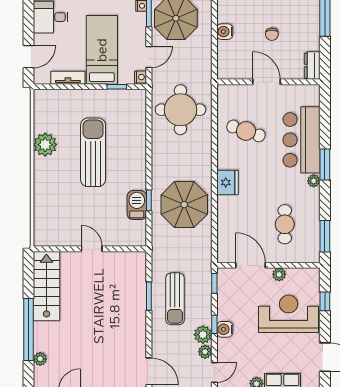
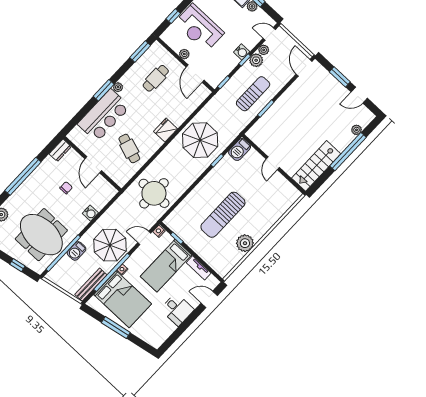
barbecue: (137, 205) -> (240, 149), moved

